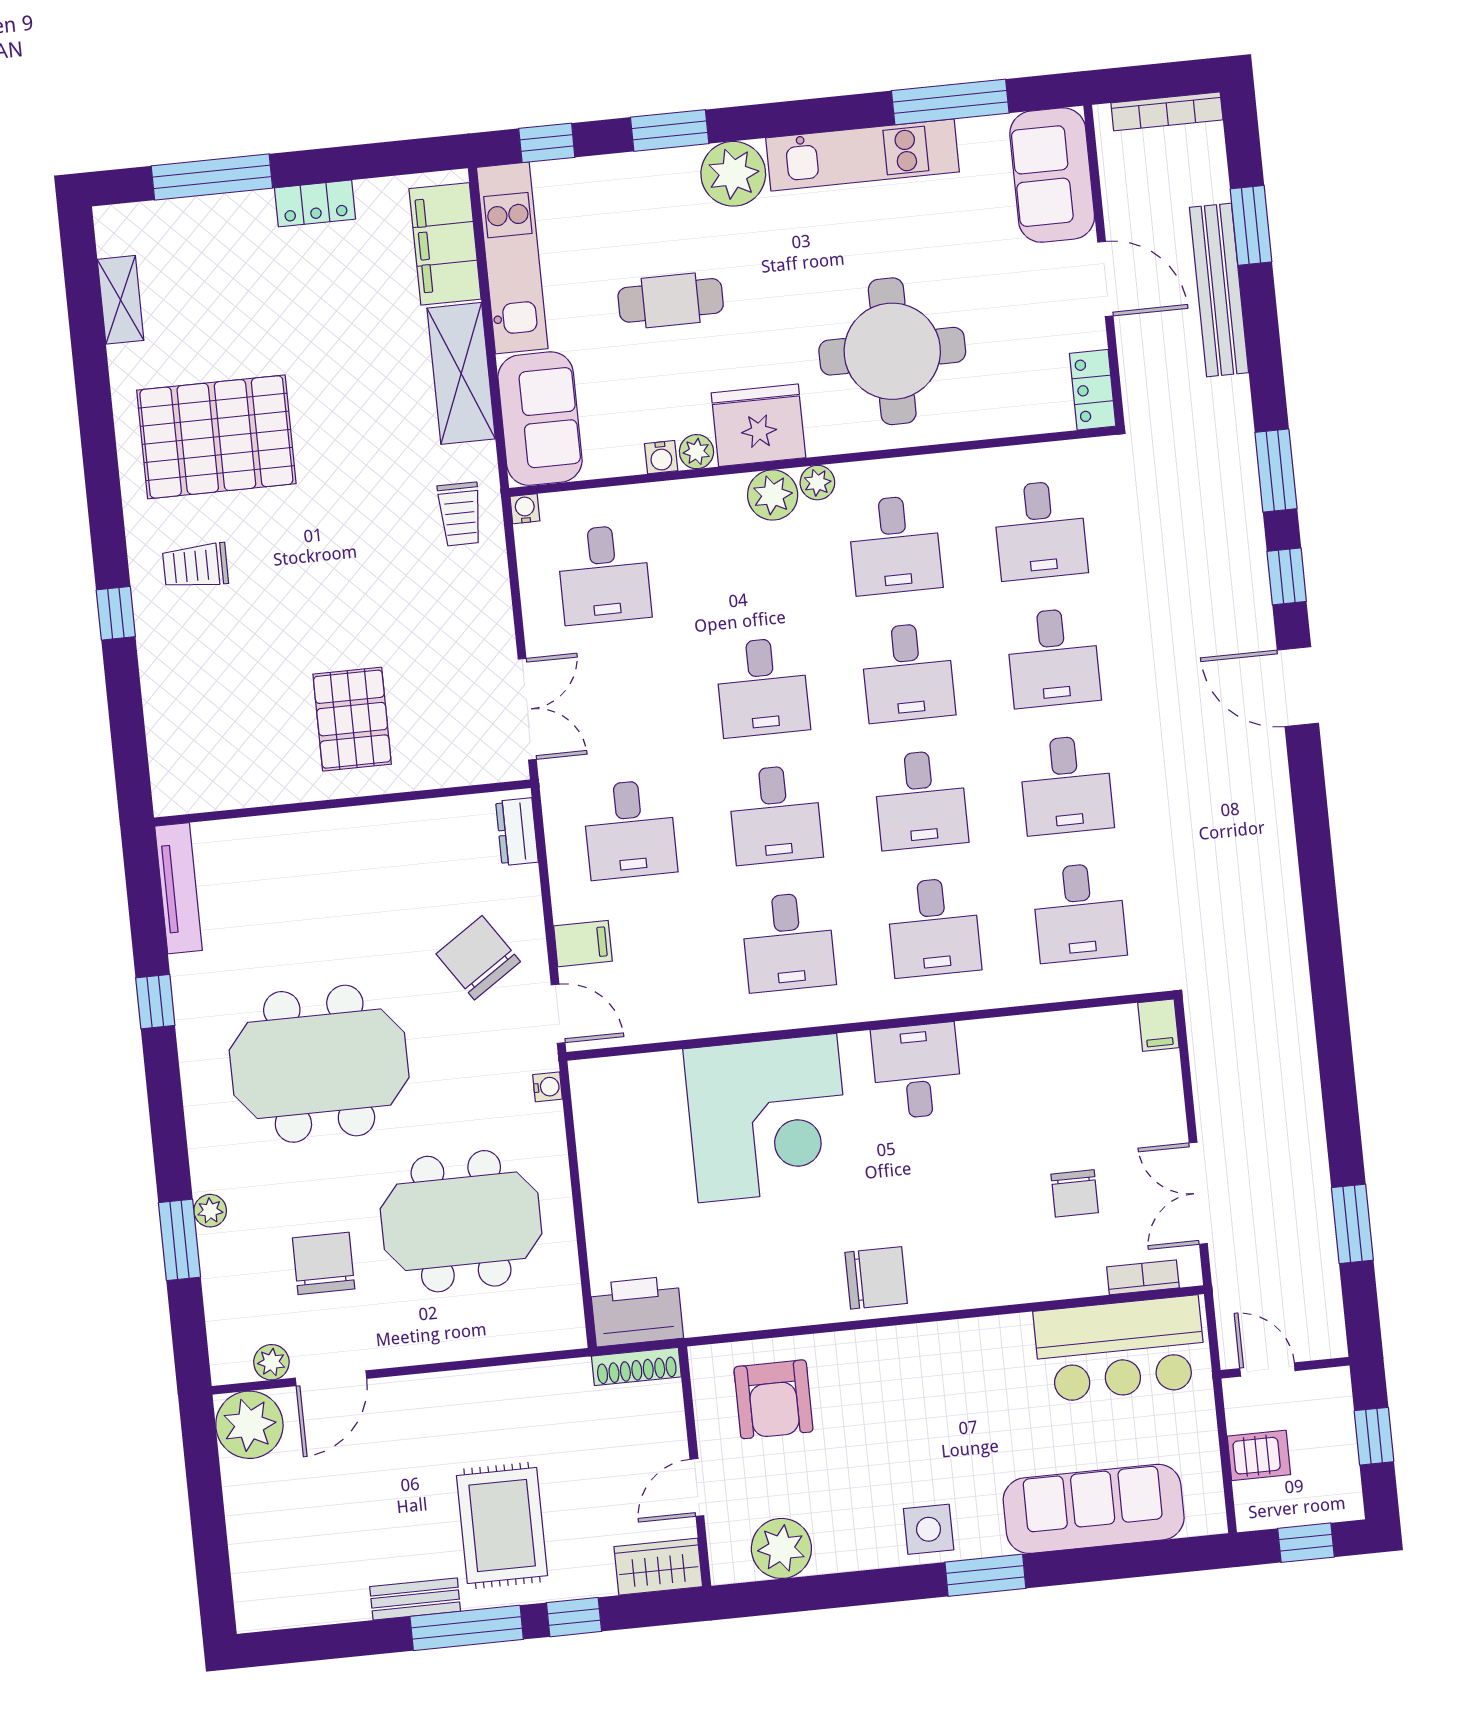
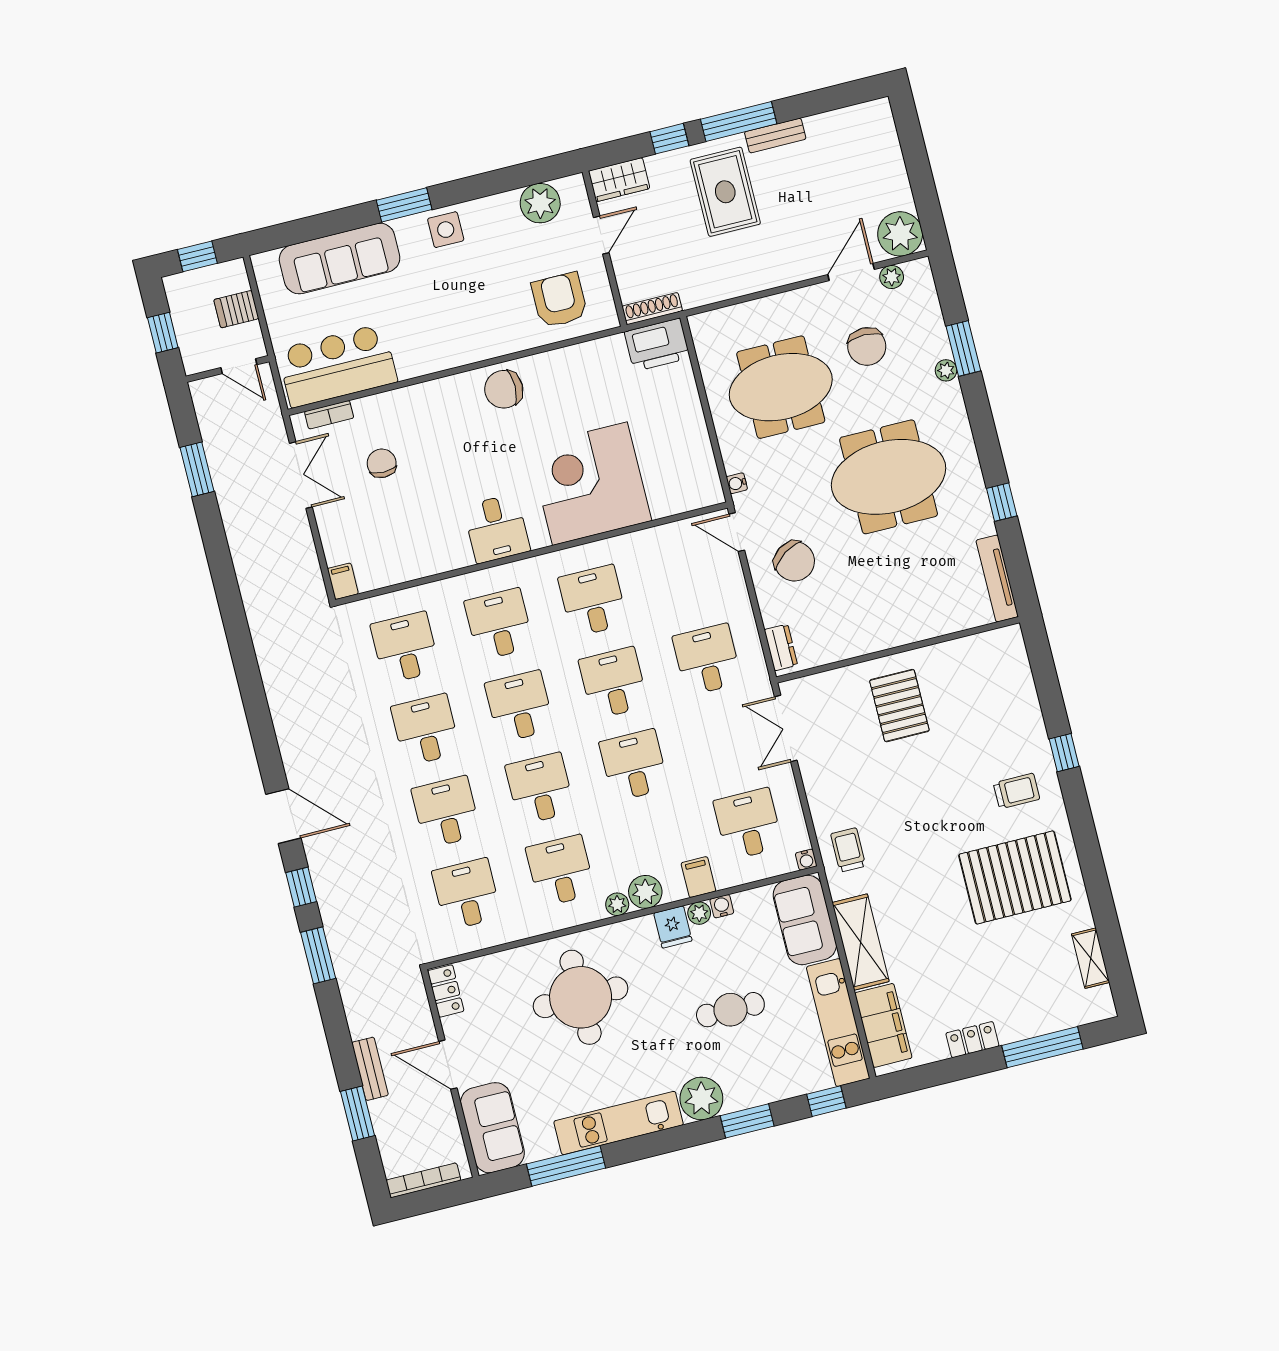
bench: (1219, 290) -> (370, 1069), width x0.54, depth x0.82
fridge: (758, 425) -> (673, 927), width x0.53, depth x0.75
filing cabinet: (583, 944) -> (698, 877), moved, turned 90

